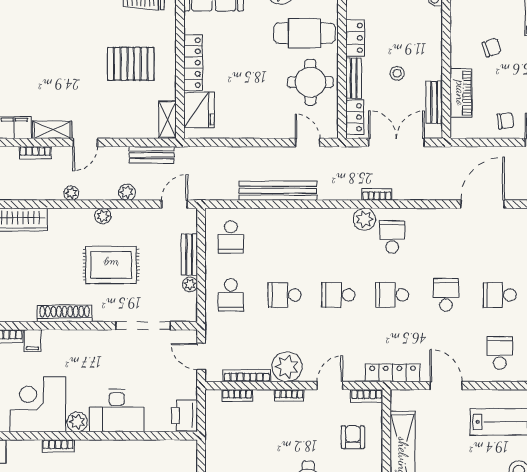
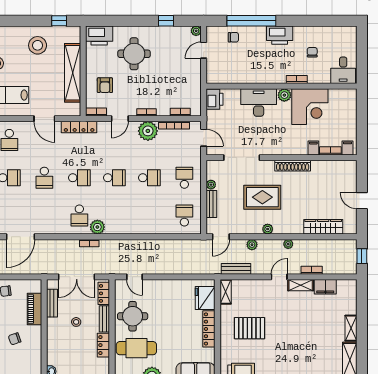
bench: (278, 191) -> (154, 246), removed

